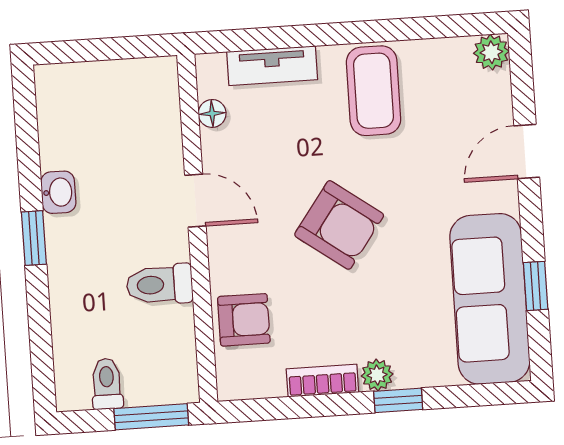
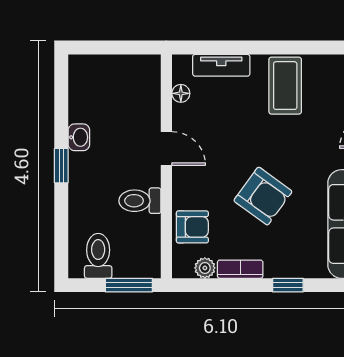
armchair: (339, 225) -> (263, 196), moved
plant: (377, 375) -> (205, 268), moved
toilet: (107, 384) -> (98, 256), width x1.37, depth x1.39

